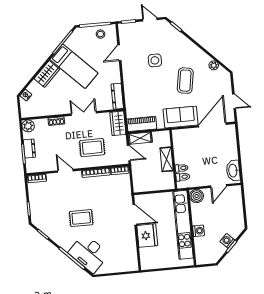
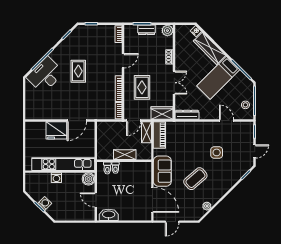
wardrobe: (47, 74) -> (210, 48), width x1.50
coffee table: (185, 81) -> (195, 179), turned -50

